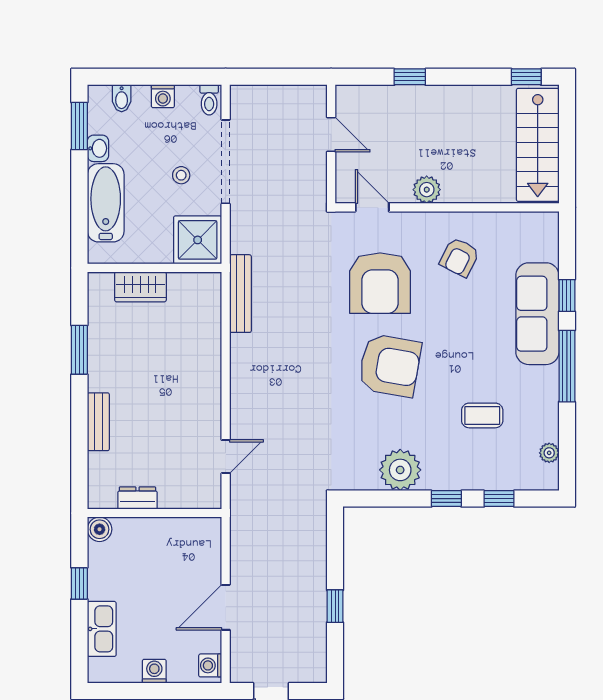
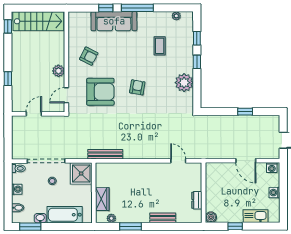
plant: (97, 307) -> (111, 218), added
armchair: (390, 365) -> (137, 87), width x0.53, depth x0.53

